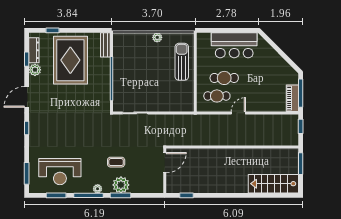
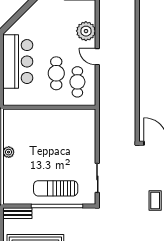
sun lounger: (182, 62) -> (56, 188), moved
plant: (260, 103) -> (86, 31), added

